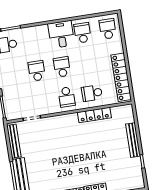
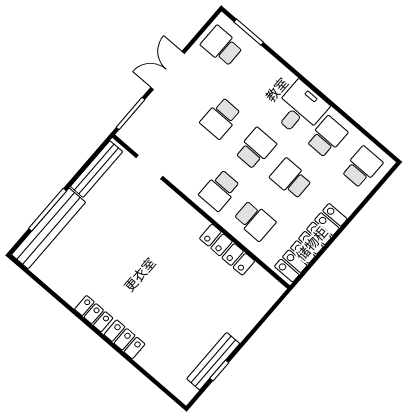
school desk: (87, 63) -> (291, 179), added
school desk: (37, 71) -> (221, 118), turned 180
school desk: (92, 93) -> (255, 221), turned 180
bench: (133, 140) -> (213, 361), moved

